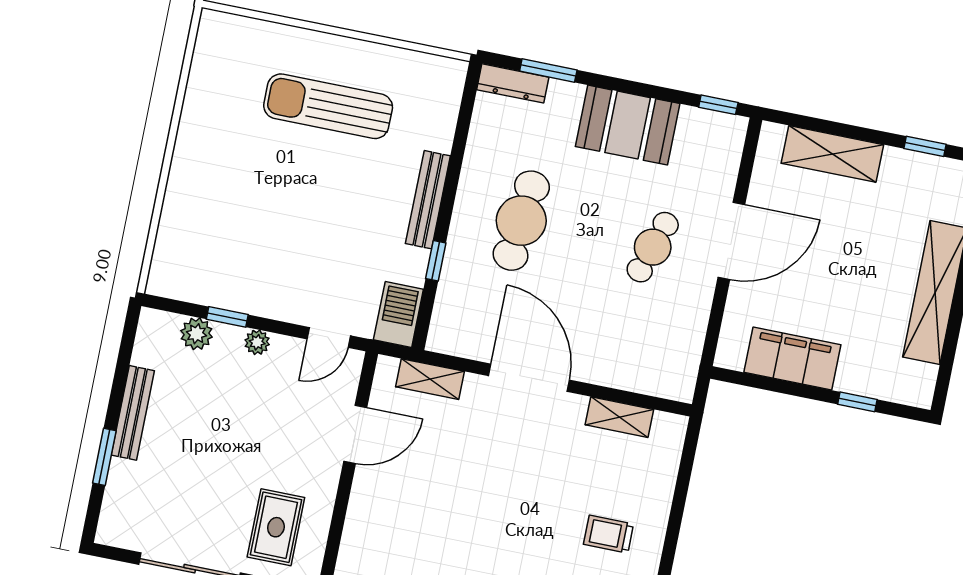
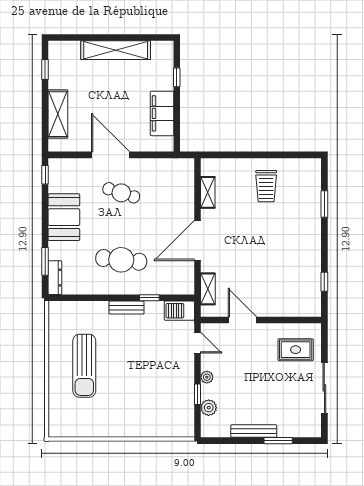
bench: (428, 200) -> (127, 308), width x0.73
trolley: (608, 534) -> (266, 186), width x1.36, depth x1.39

